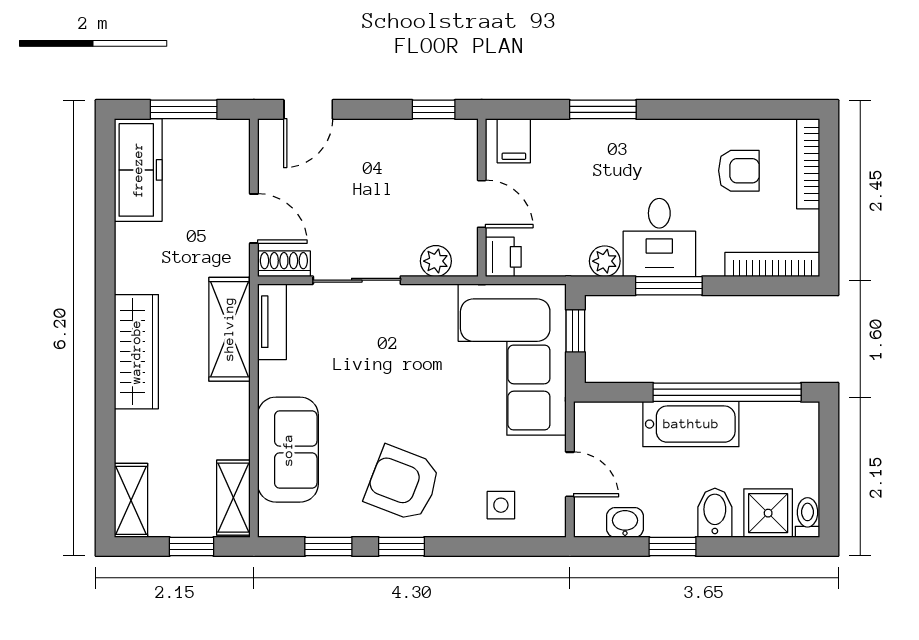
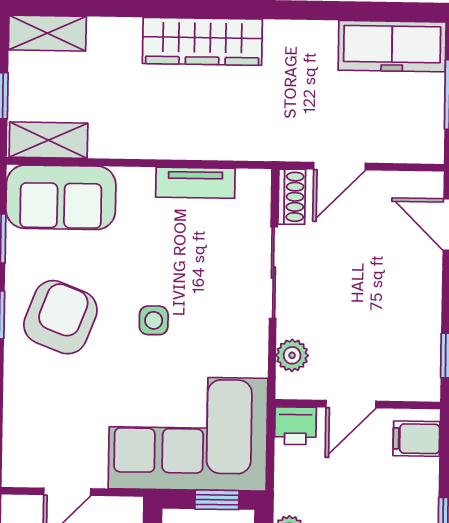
tv unit: (272, 322) -> (195, 183), moved
shelving: (229, 329) -> (224, 139), removed
sofa: (288, 450) -> (61, 197), moved
side table: (501, 505) -> (154, 320), moved

